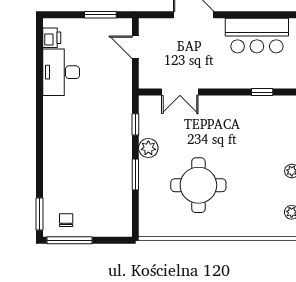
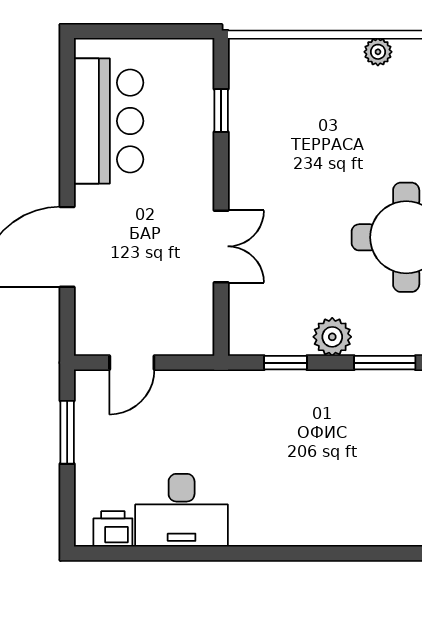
double door: (180, 92) -> (221, 246), moved

